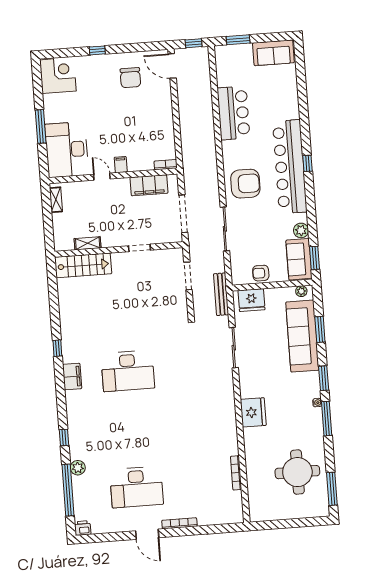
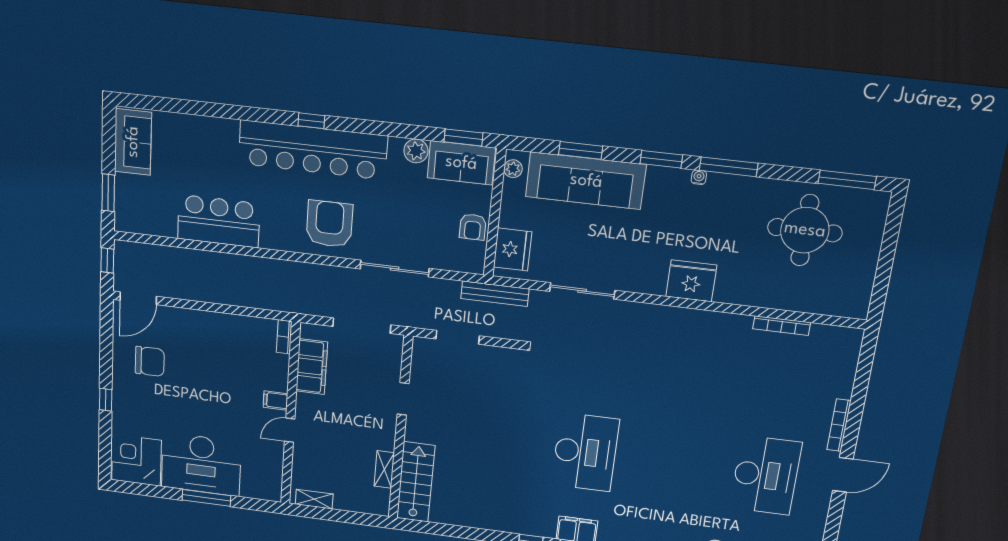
desk: (67, 150) -> (201, 464), moved

